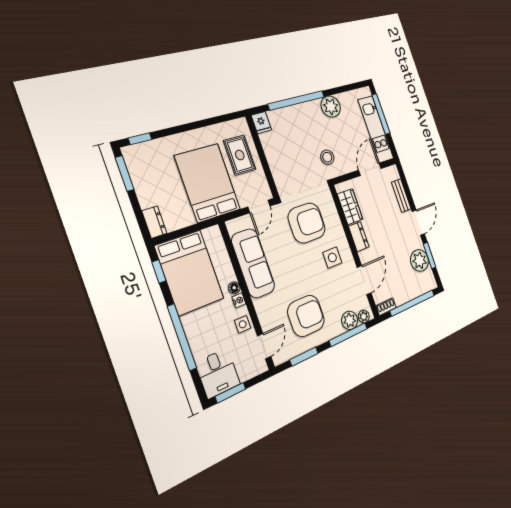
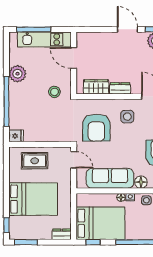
bed: (208, 183) -> (33, 199), moved, turned 180
bench: (401, 196) -> (102, 37), removed
armchair: (307, 223) -> (96, 128), turned 180
floor lamp: (263, 307) -> (141, 182), added

